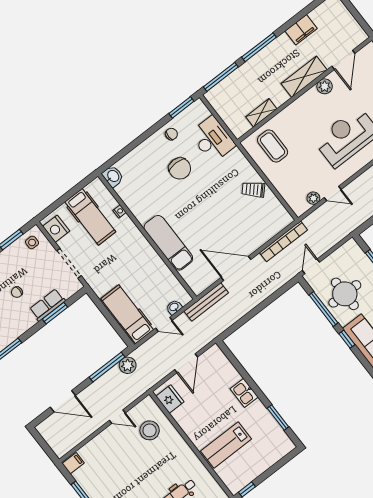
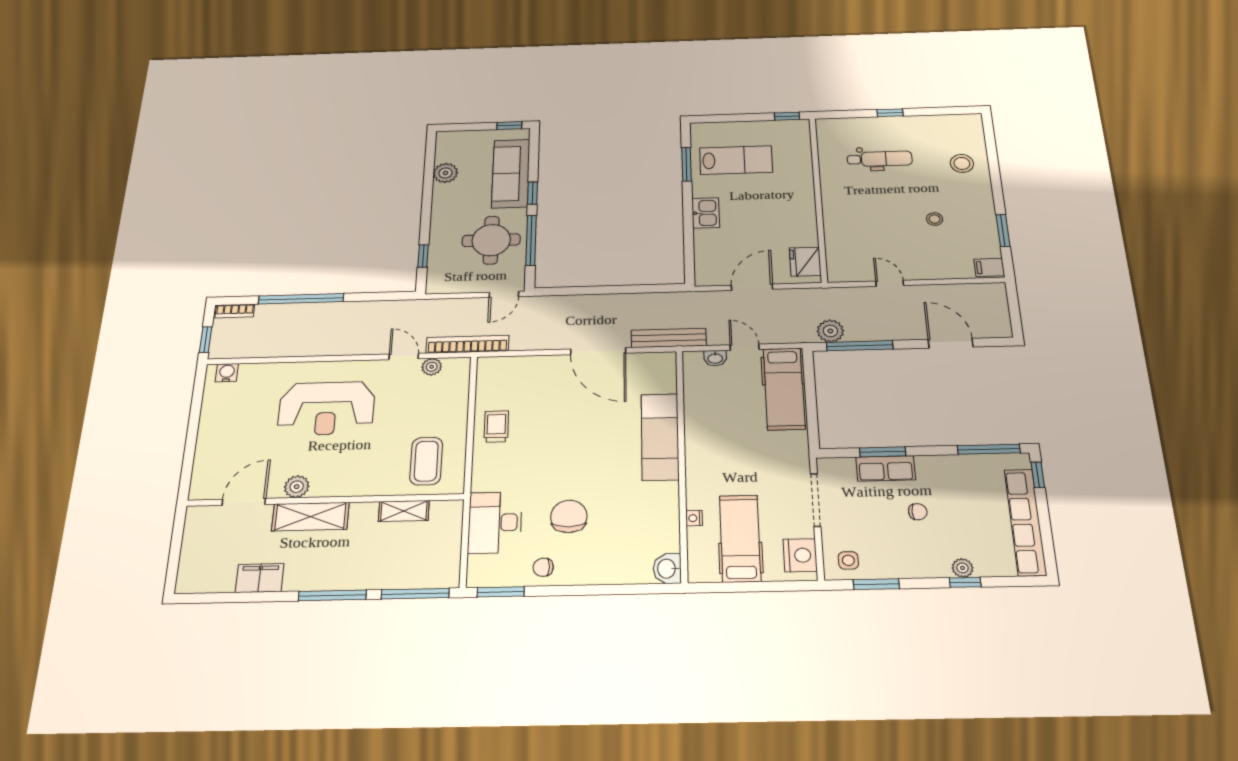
trolley: (253, 190) -> (496, 426), turned -133
bookcase: (283, 241) -> (467, 344), moved
stool: (150, 430) -> (935, 219), moved, width x0.53, depth x0.53
lab bench: (226, 445) -> (736, 160), moved

